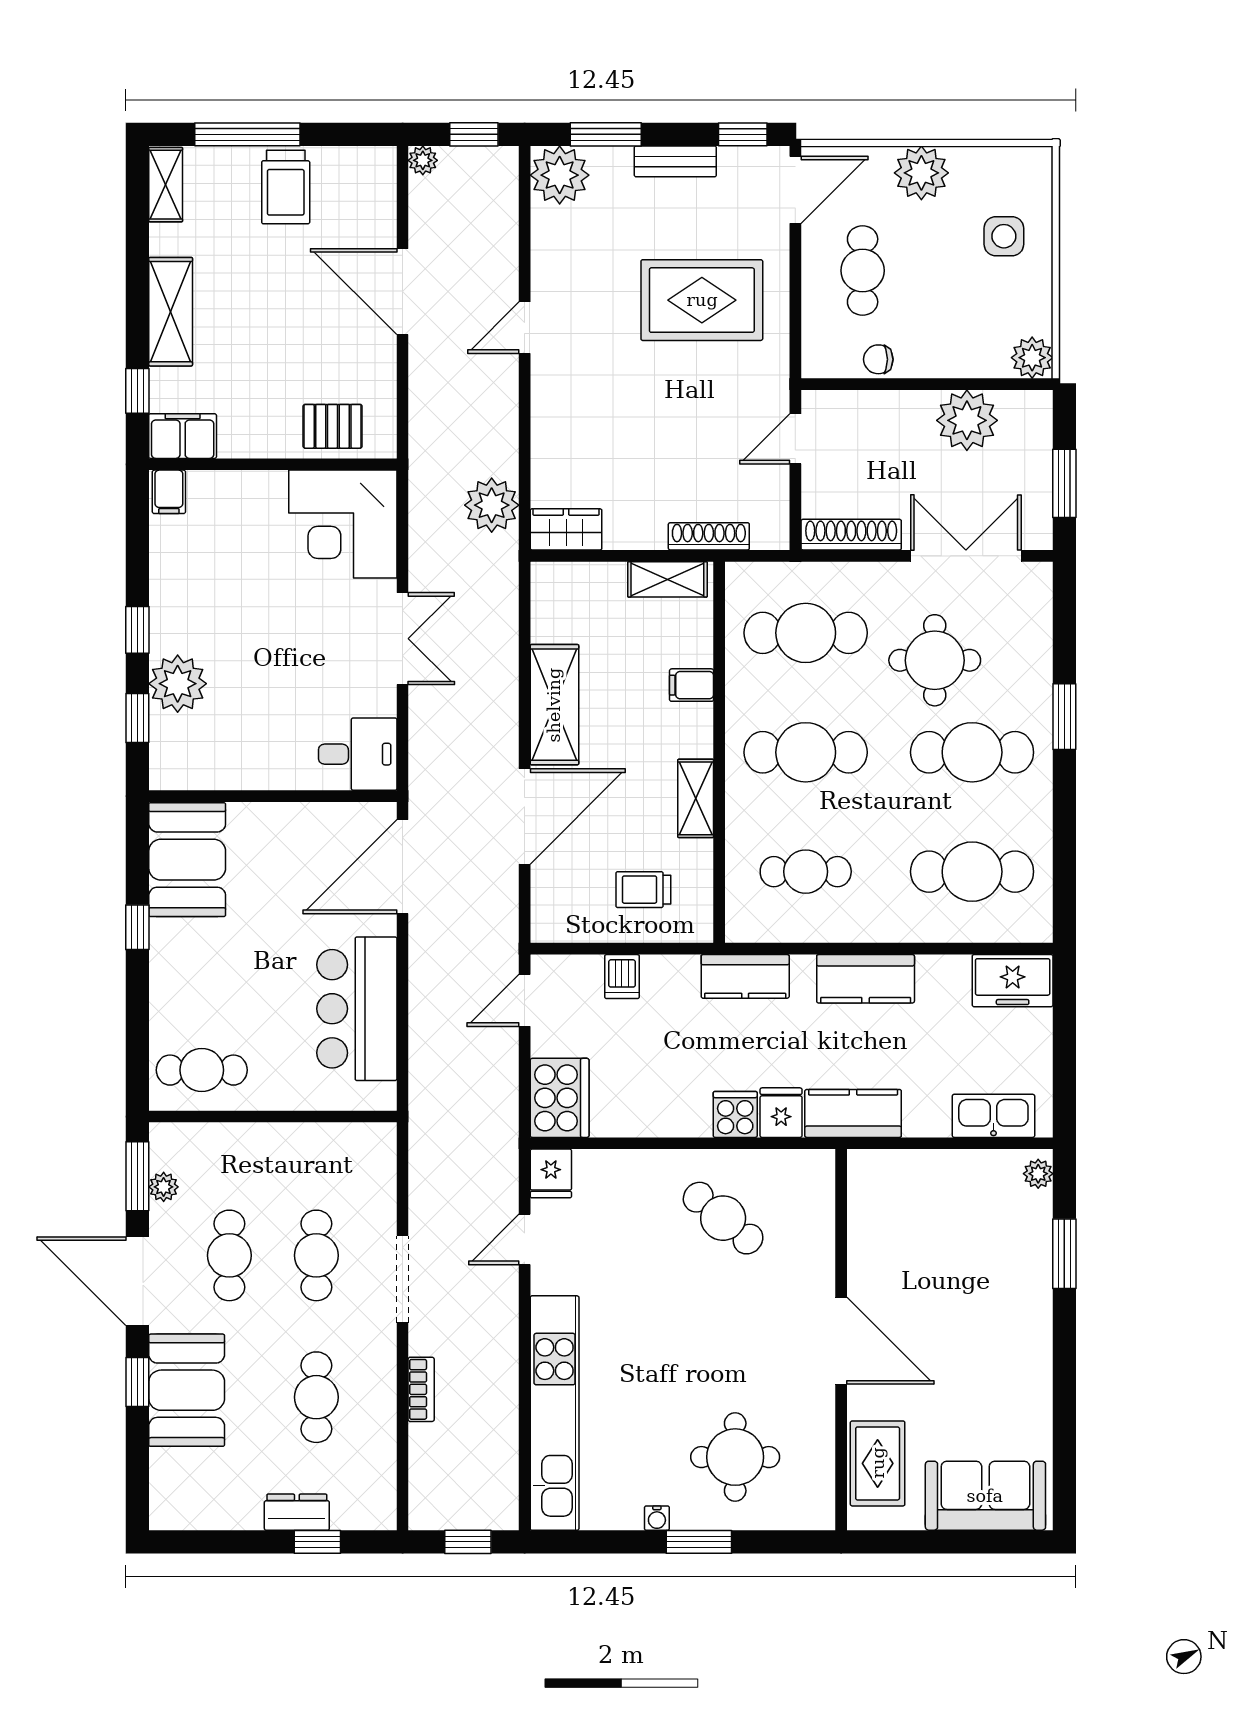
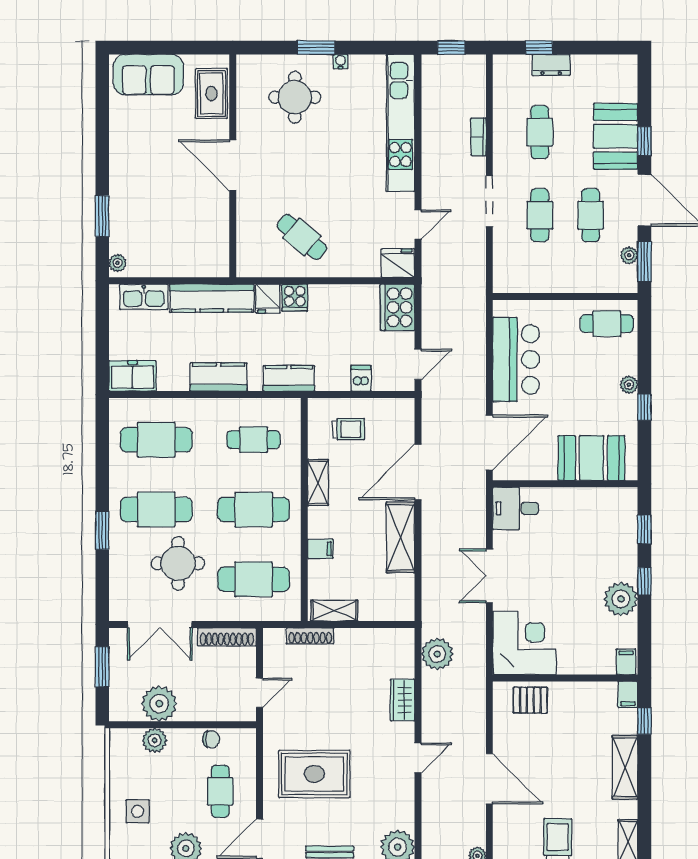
plant: (1032, 358) -> (155, 740), moved
filing cabinet: (183, 436) -> (628, 694), width x0.50
wardrobe: (566, 529) -> (402, 700), moved, turned 90
plant: (178, 684) -> (621, 599), moved
booth: (187, 860) -> (592, 458), moved, turned 90
plant: (164, 966) -> (629, 385), added
kitchen counter: (853, 1113) -> (212, 298), width x1.50
fridge: (551, 1173) -> (398, 263), width x1.38

